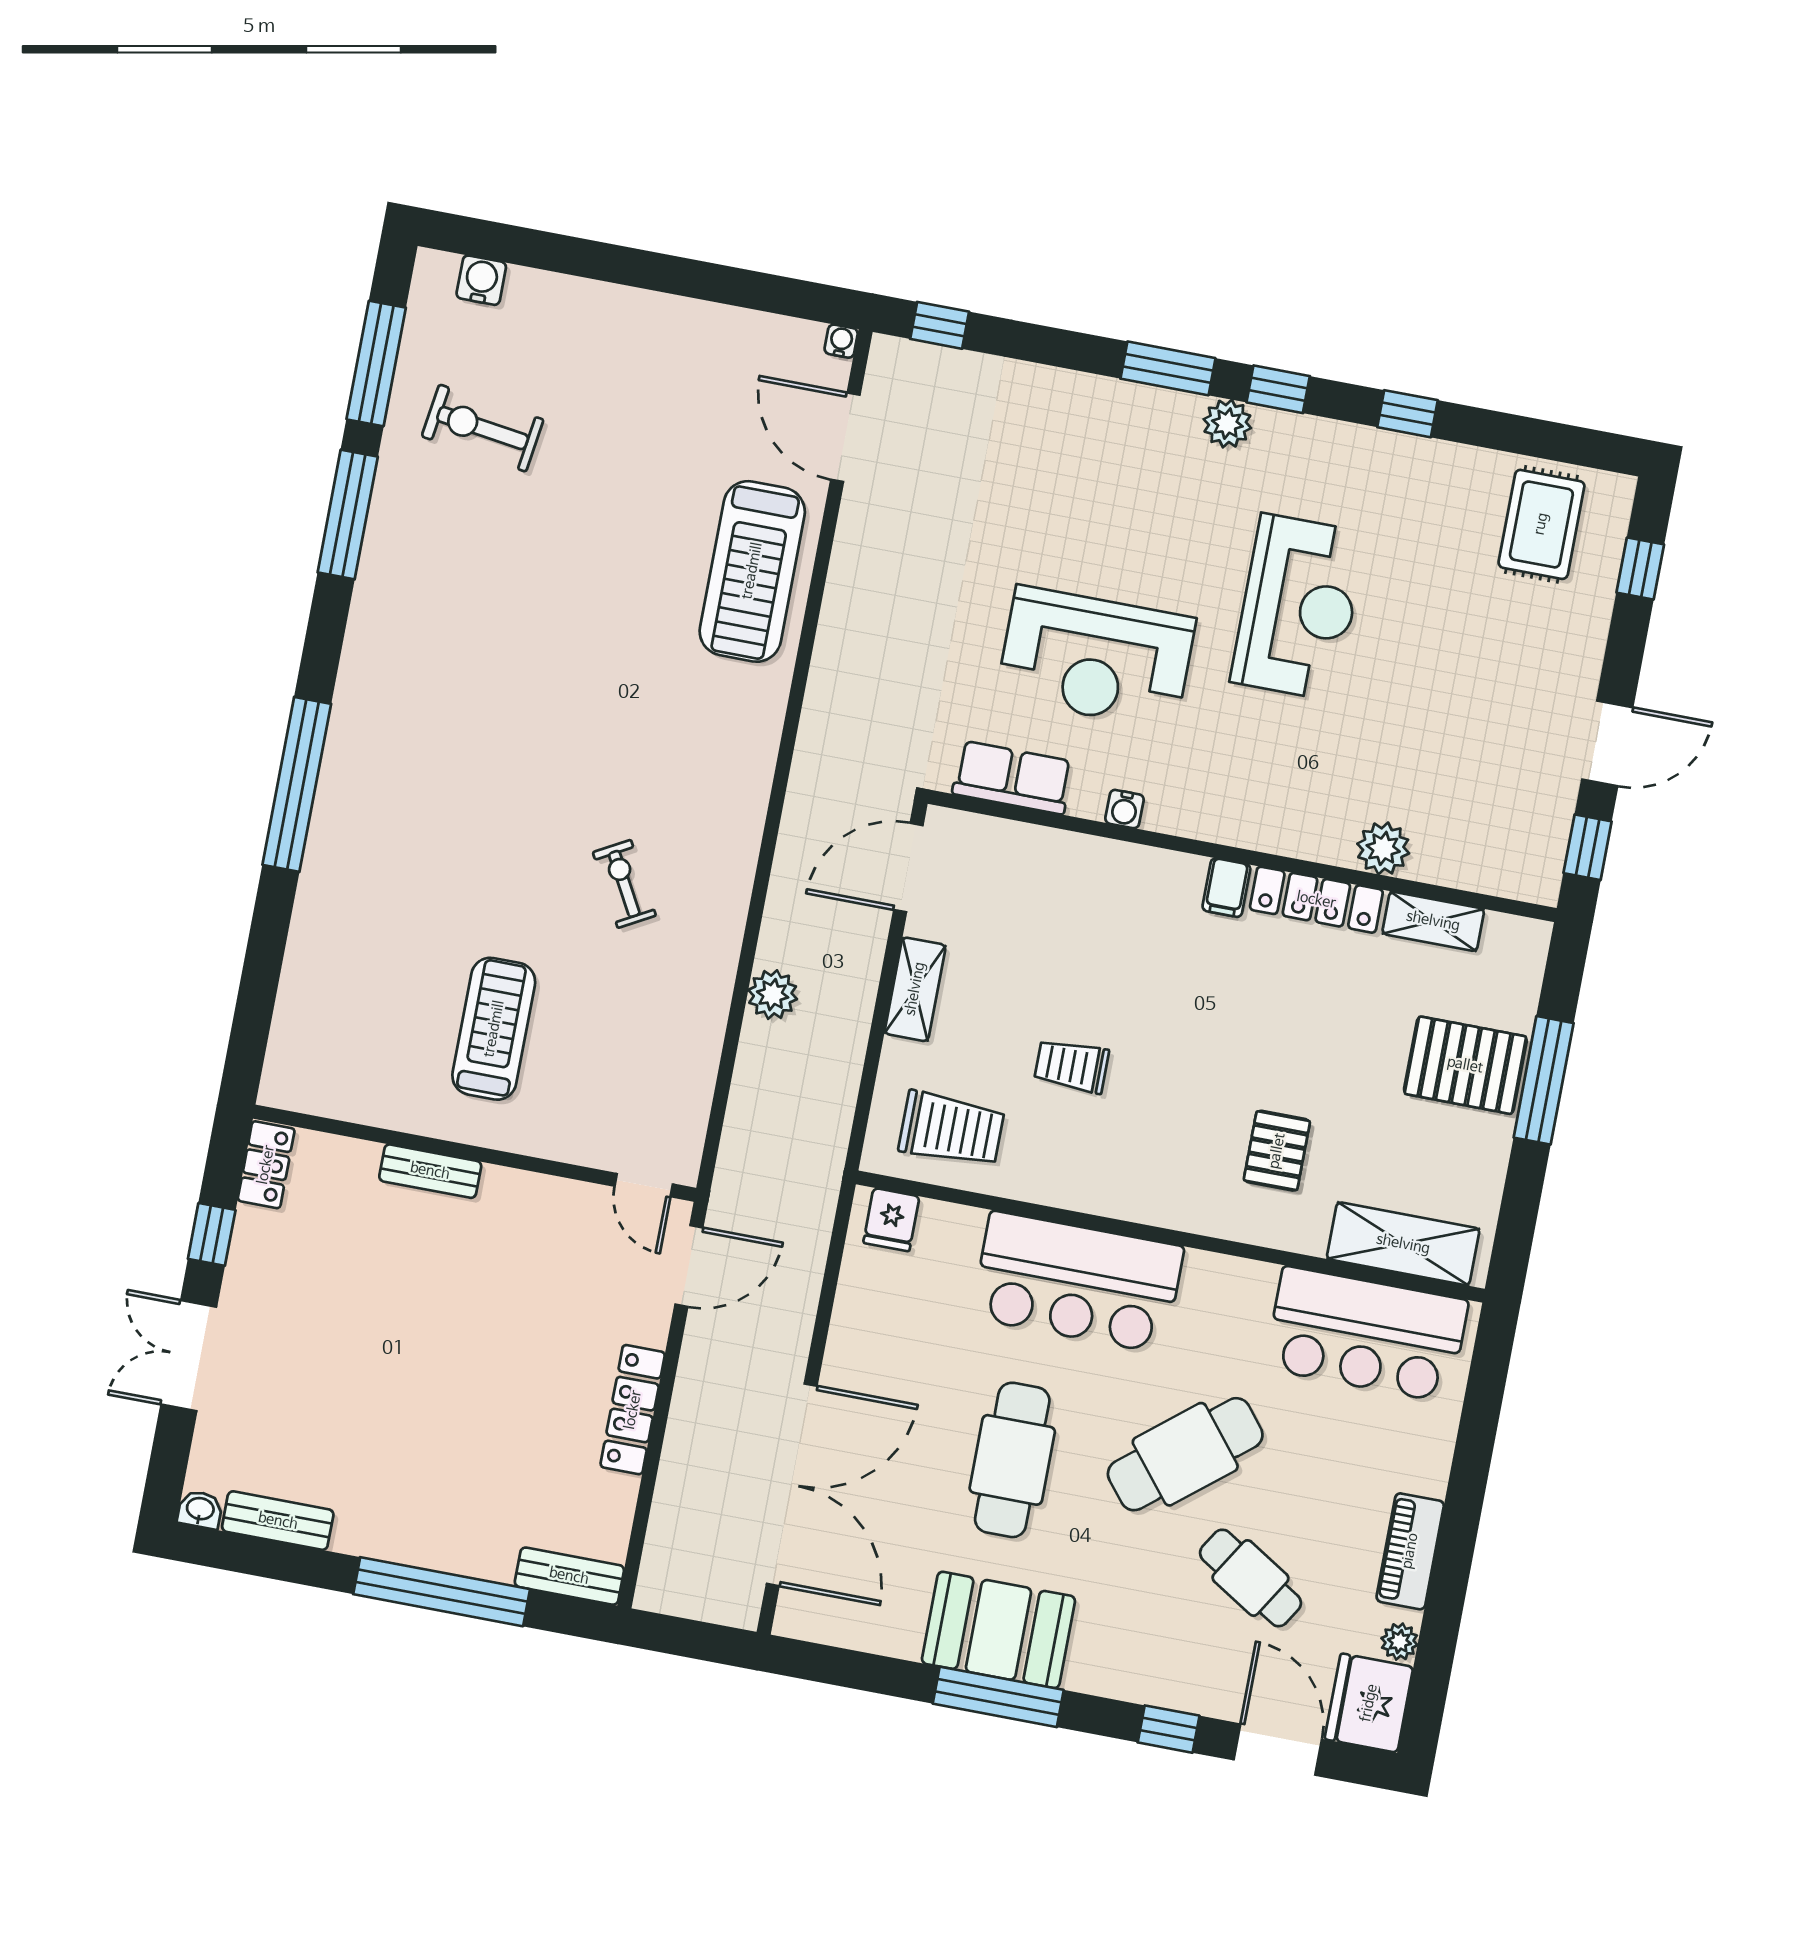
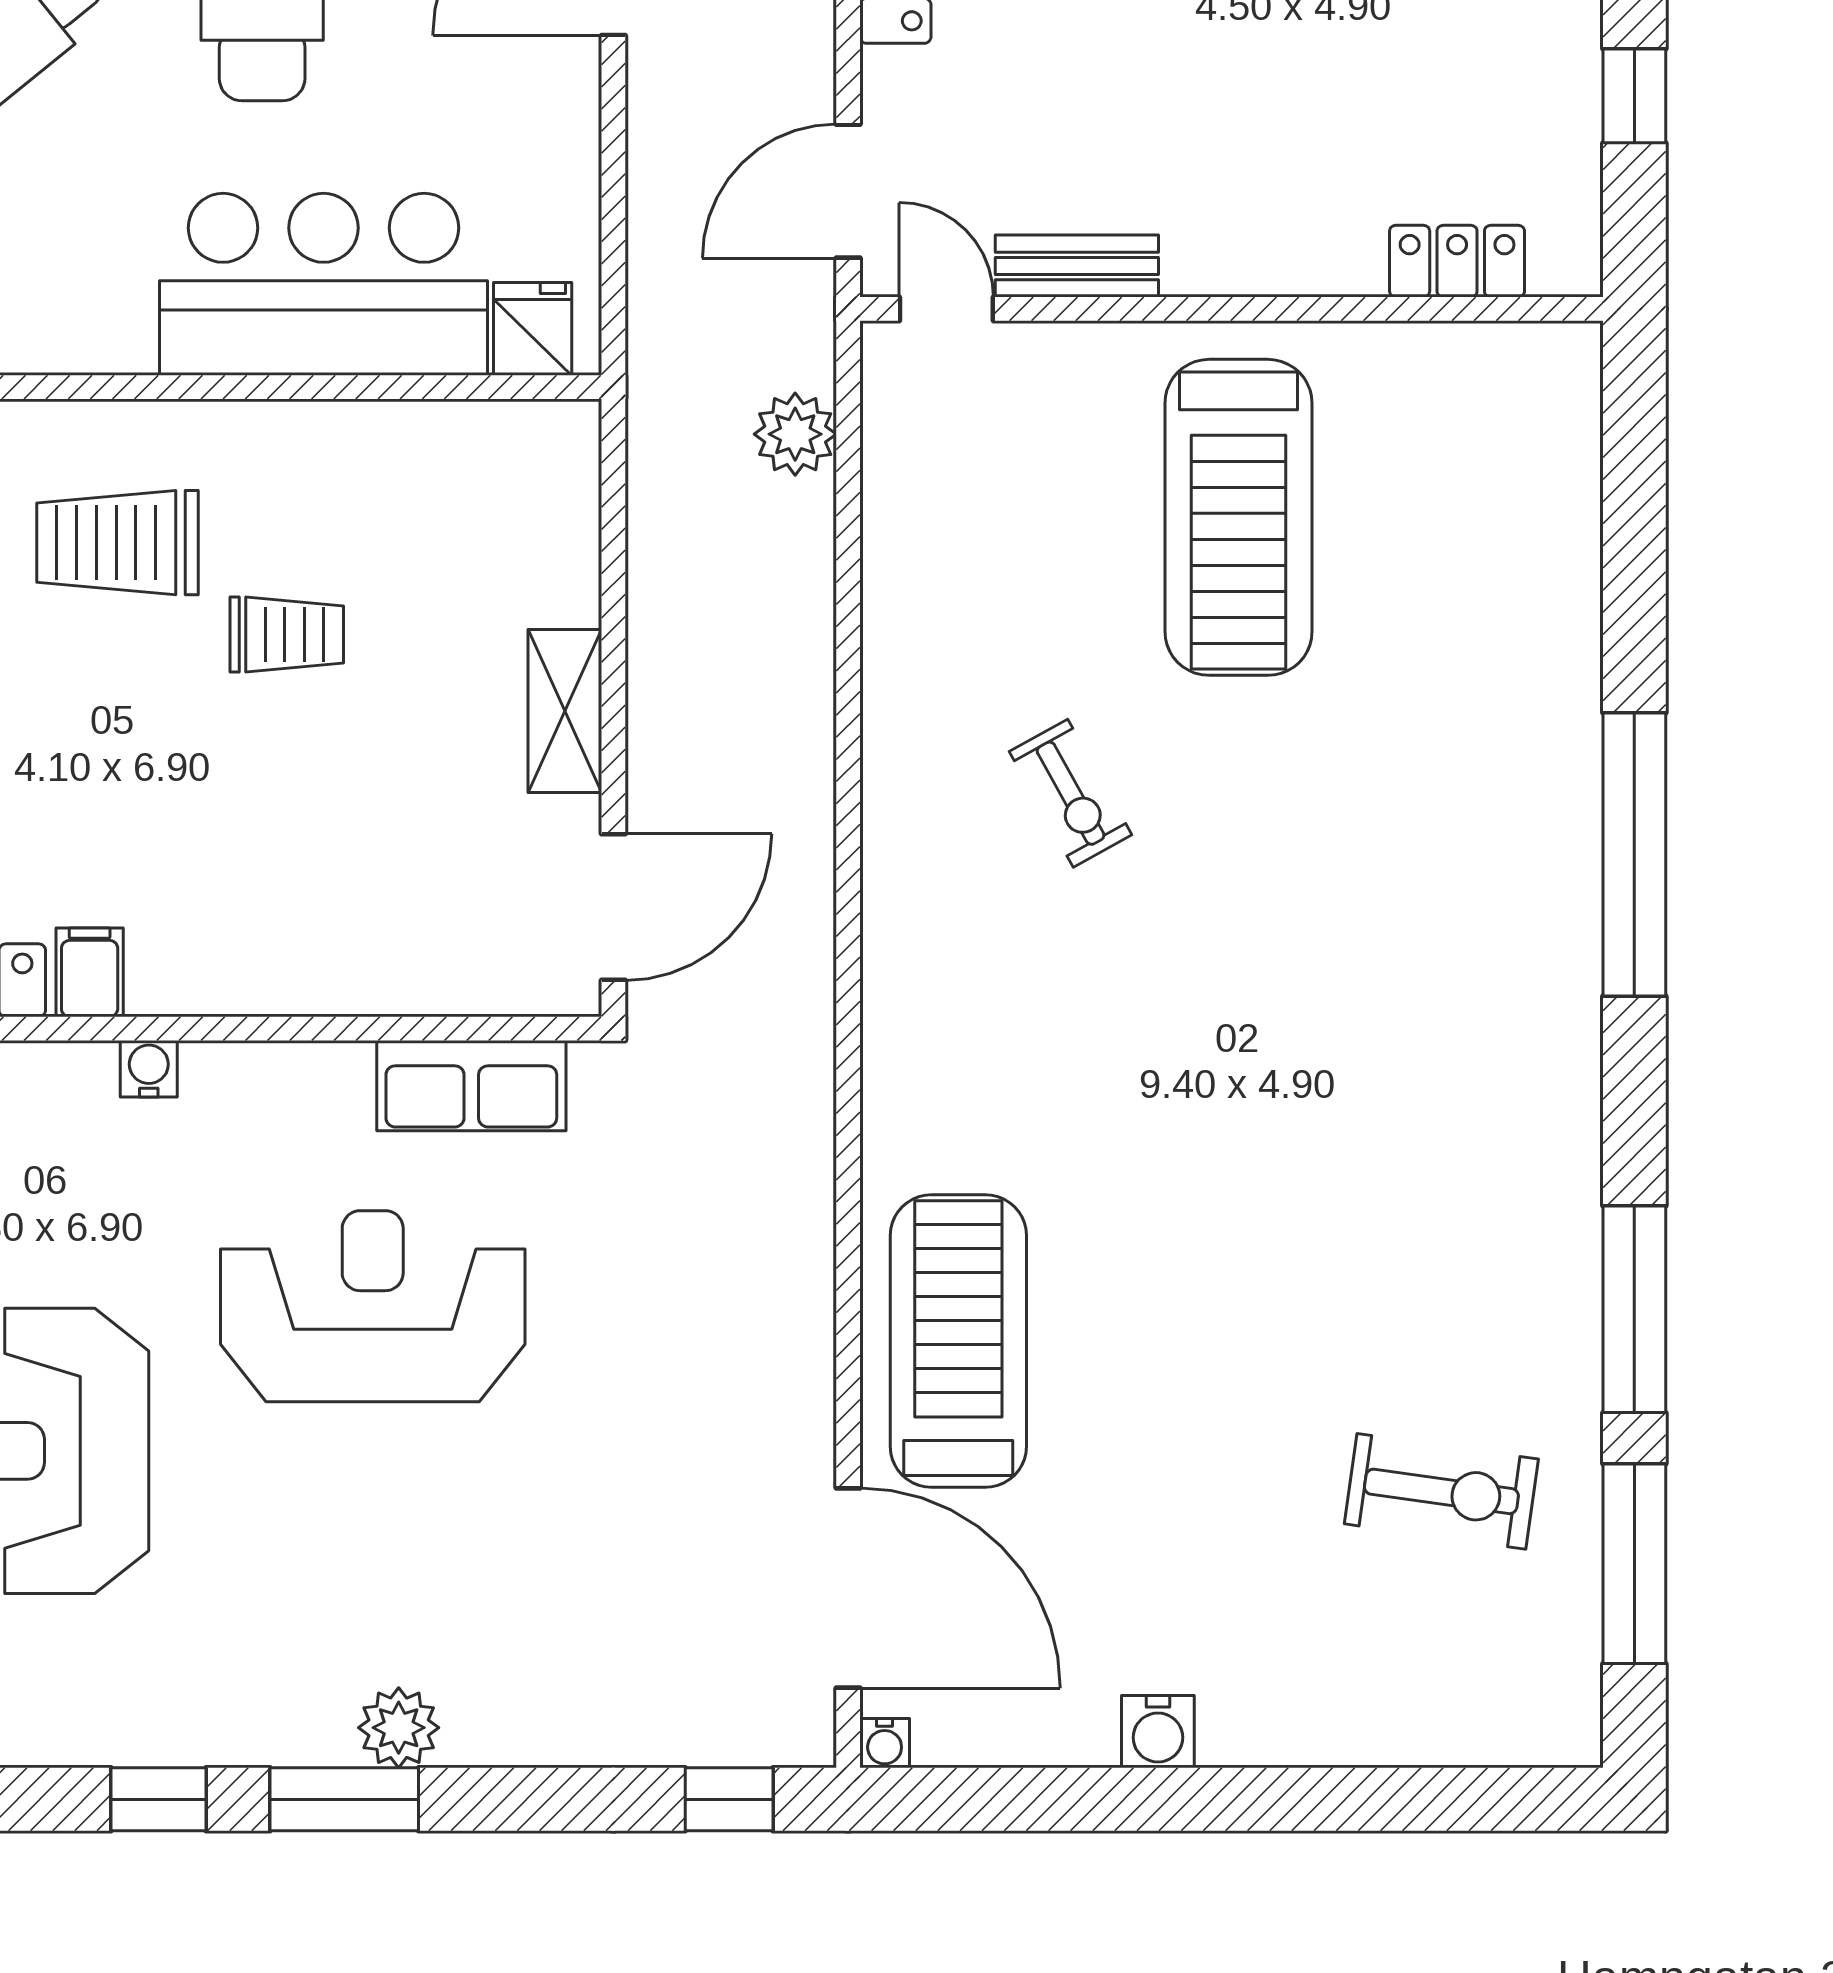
water cooler: (481, 280) -> (1158, 1732), moved
plant: (1227, 424) -> (399, 1728), moved
door: (845, 437) -> (848, 1588), width x1.36
water cooler: (1125, 809) -> (149, 1069), moved
plant: (773, 995) -> (795, 434), moved
treadmill: (494, 1029) -> (1238, 517), width x1.37, depth x1.37
trolley: (952, 1129) -> (118, 543), moved
locker: (266, 1165) -> (1457, 261), moved, turned 90
bench: (430, 1171) -> (1077, 266), moved
bar counter: (1078, 1282) -> (324, 284), moved

